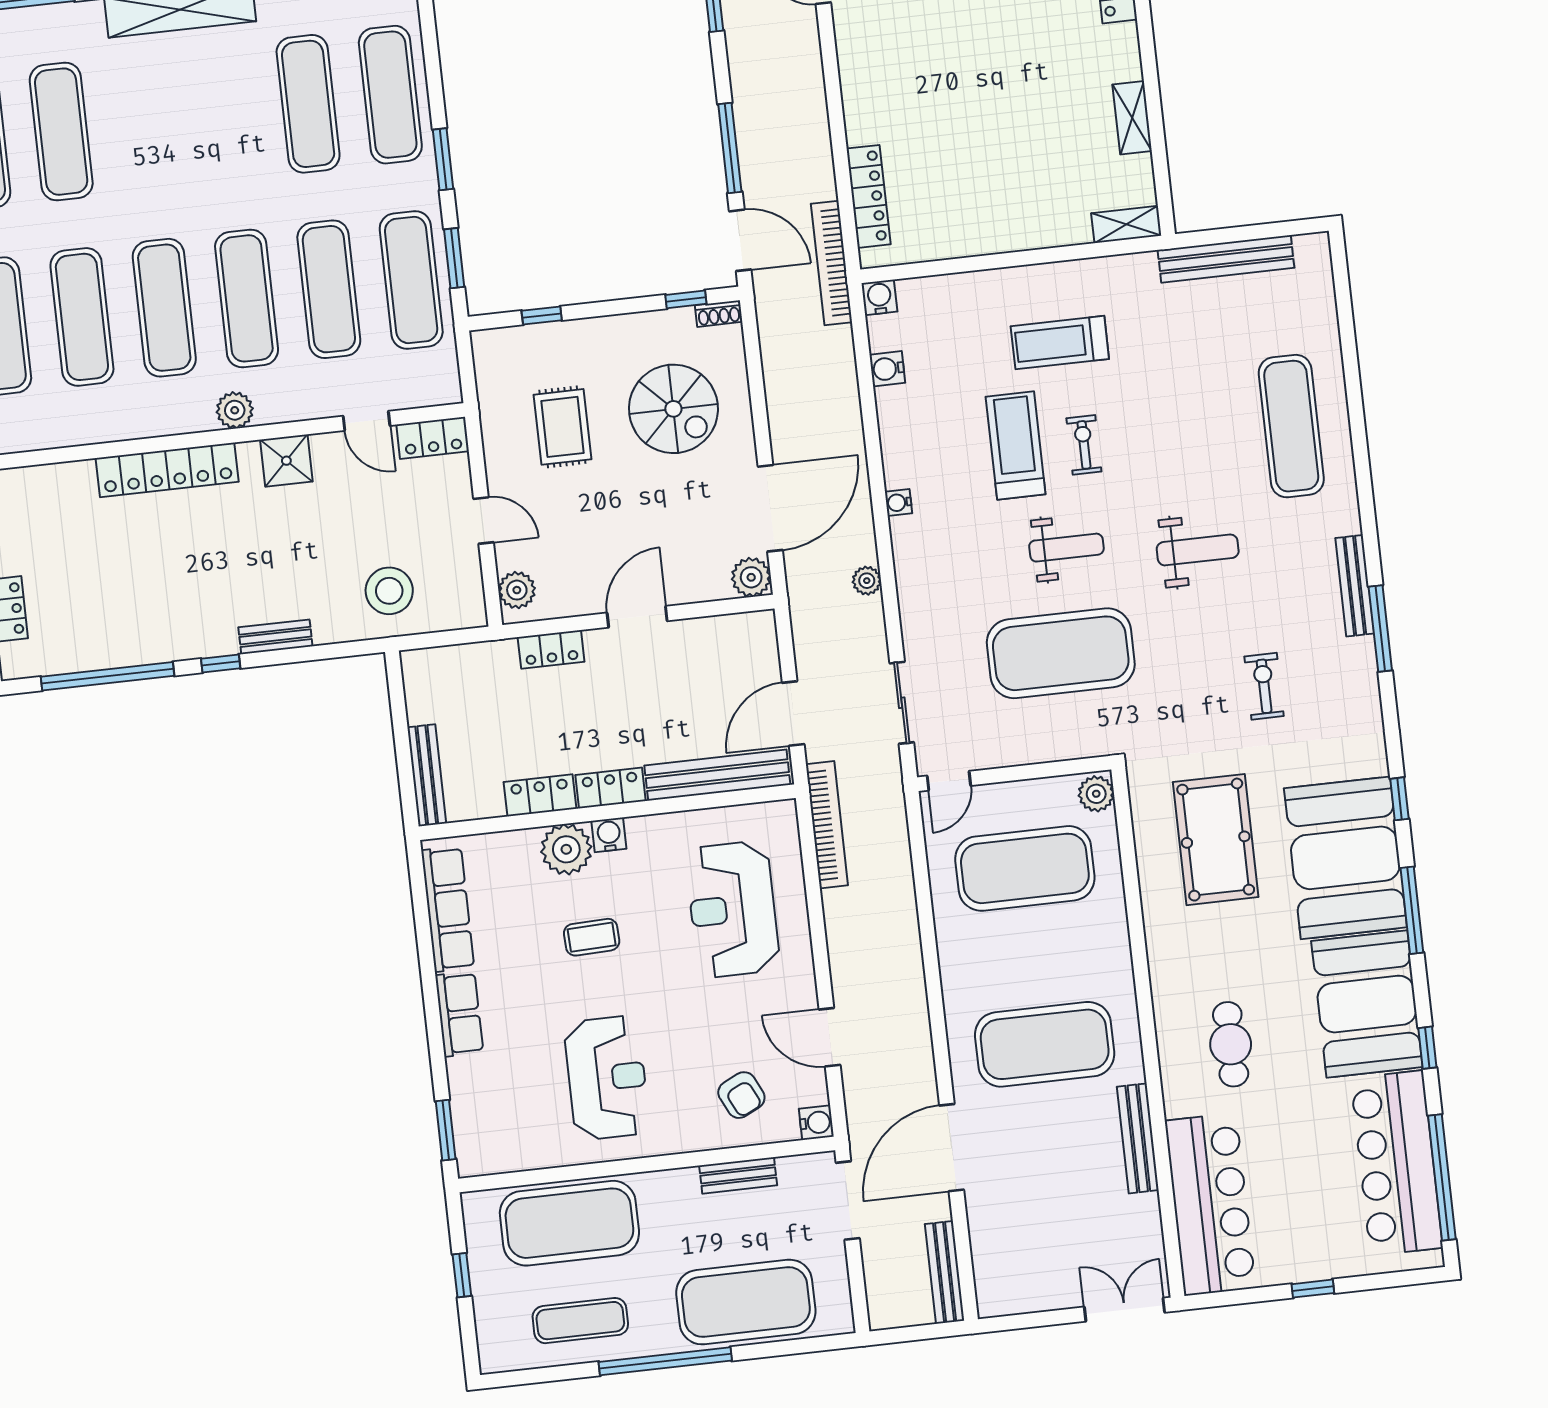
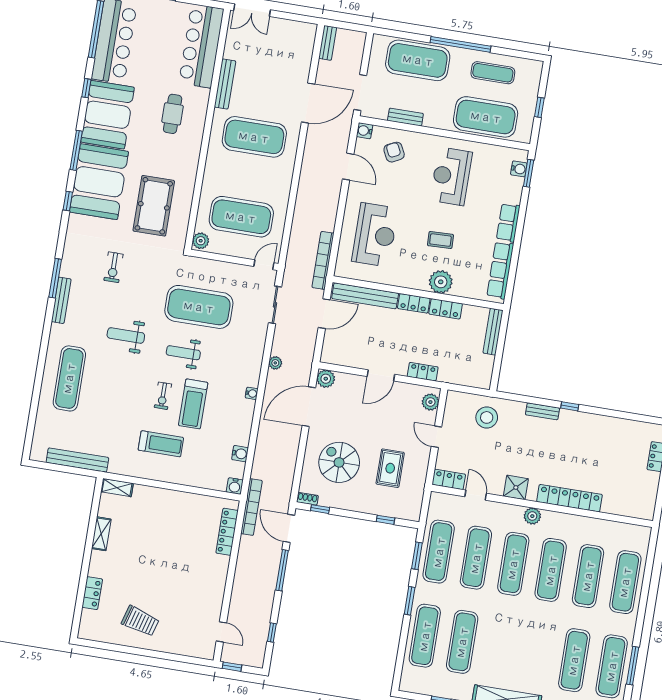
window: (108, 676) -> (621, 415), removed
water cooler: (609, 835) -> (519, 169), moved, turned -90
bench: (945, 1272) -> (328, 43), width x0.73

